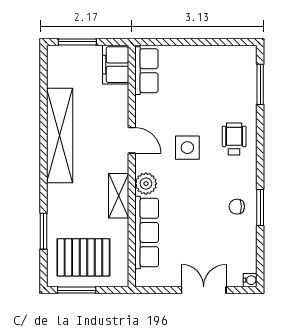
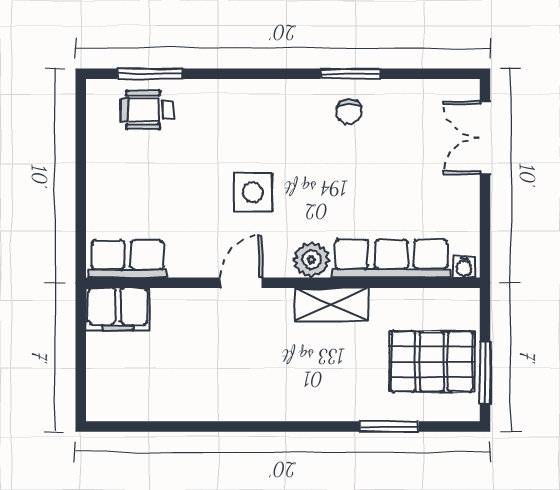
window: (77, 42) -> (81, 372), removed
shelving: (60, 136) -> (233, 400), removed
wheelchair: (234, 139) -> (147, 110), moved
pallet: (83, 257) -> (432, 362), turned 90
water cooler: (250, 280) -> (464, 267), moved, turned 180
double door: (204, 290) -> (485, 138), moved

